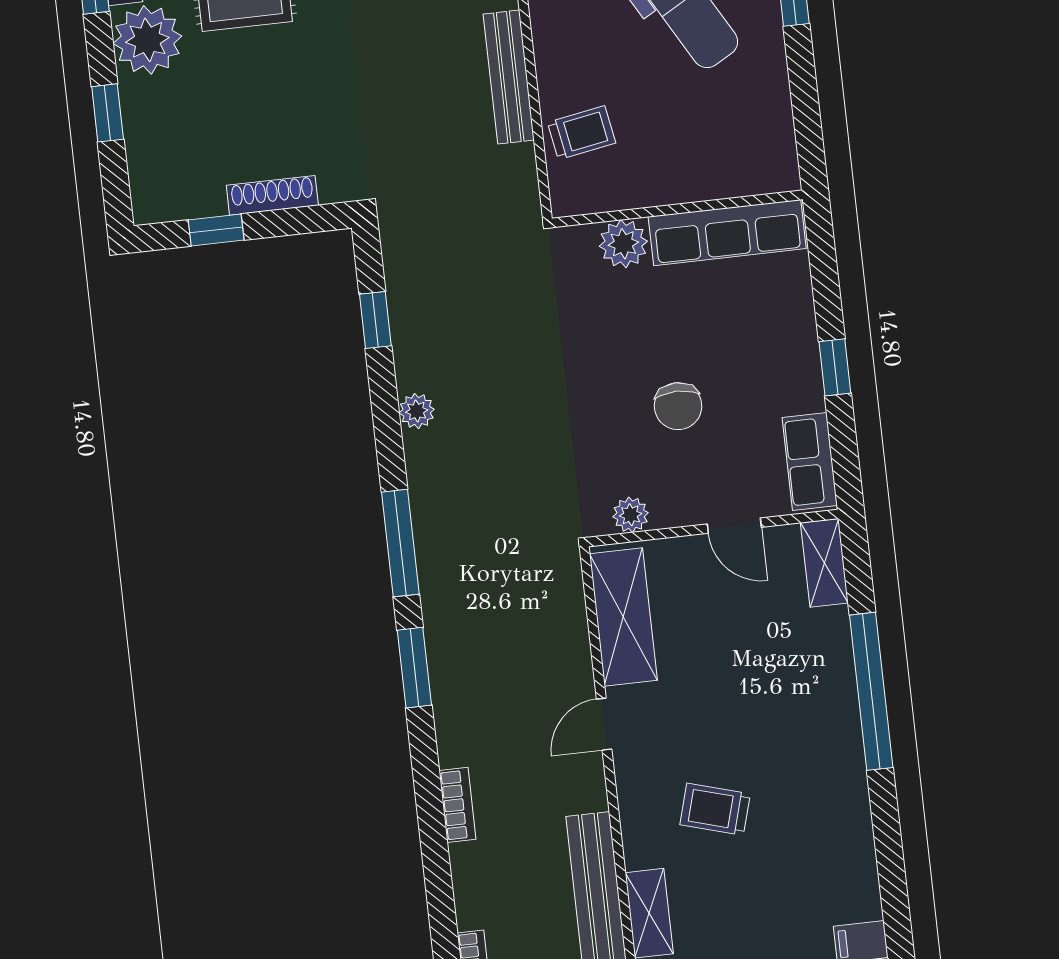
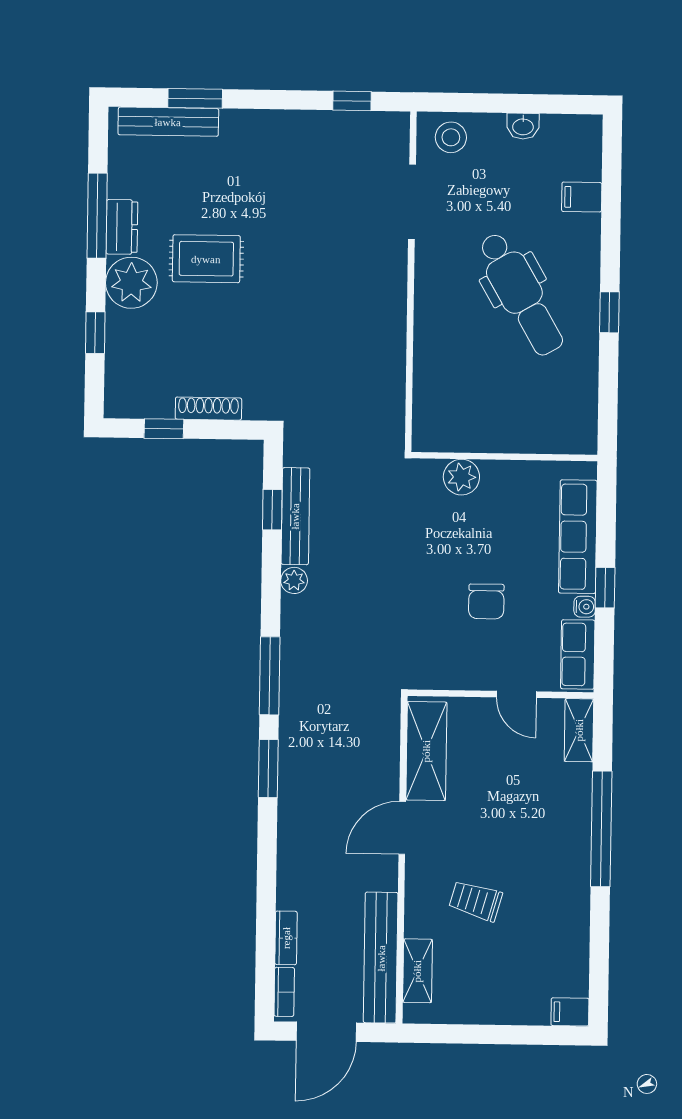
bench: (509, 77) -> (295, 516), moved
trolley: (582, 133) -> (441, 392), removed
row of seats: (727, 233) -> (578, 537), moved, turned 90
water cooler: (811, 396) -> (585, 607), added
plant: (631, 515) -> (441, 677), removed
door: (604, 724) -> (402, 828), width x1.38
bookcase: (457, 805) -> (286, 938), moved

